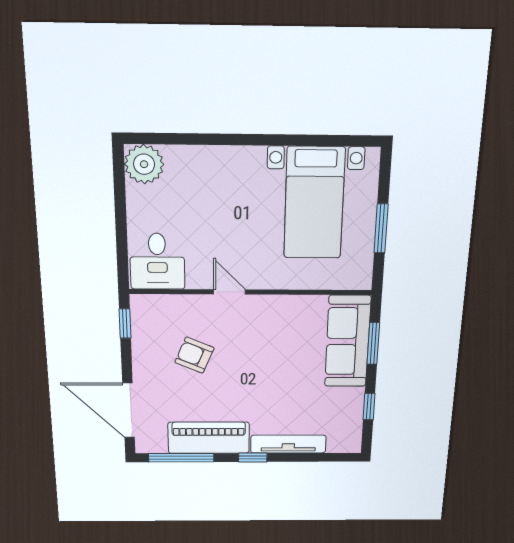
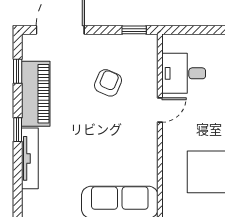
desk: (157, 261) -> (184, 73), moved
window: (181, 458) -> (18, 71), width x0.46

